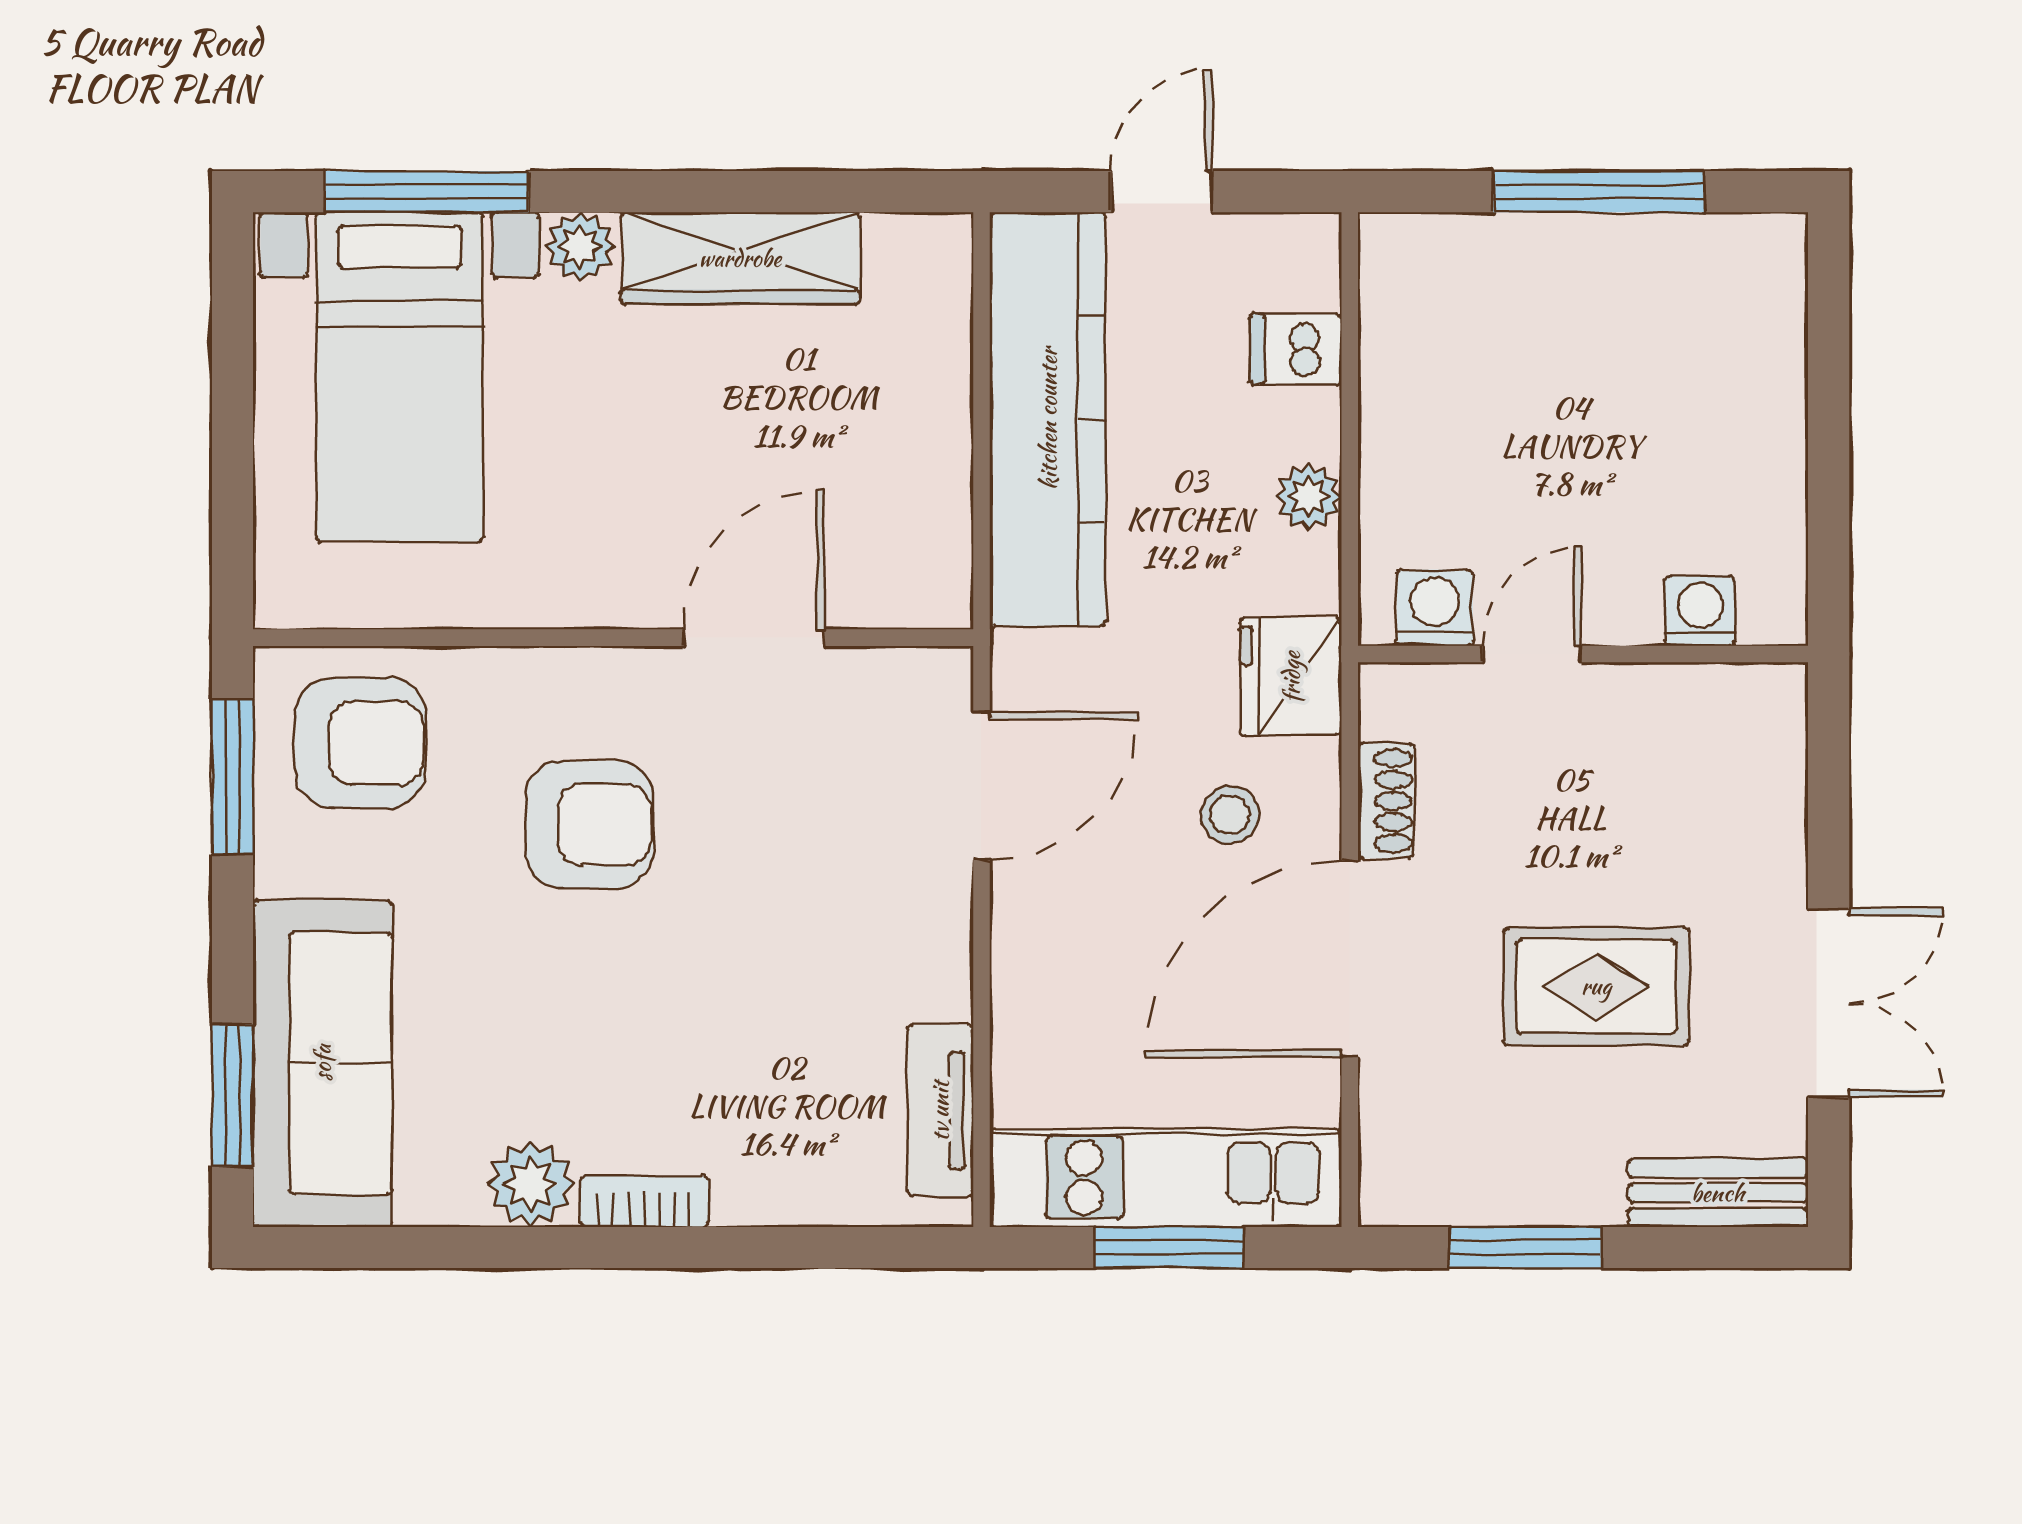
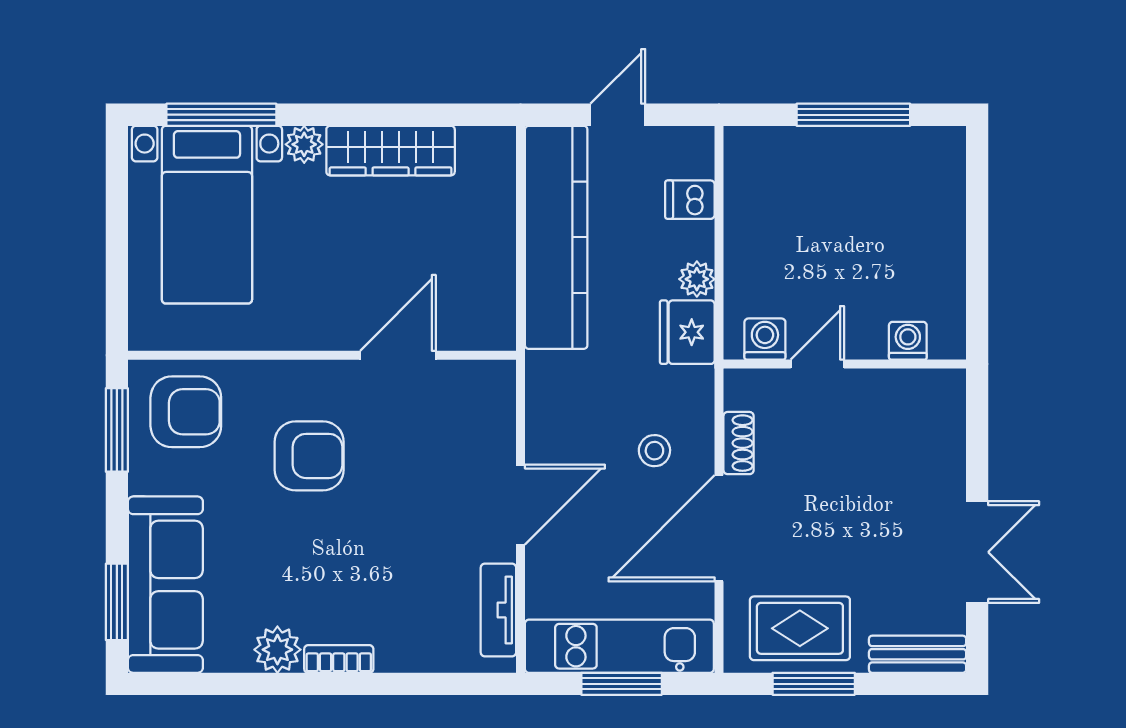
fridge: (1291, 677) -> (687, 332), moved
door: (981, 786) -> (521, 505), moved
rug: (1596, 986) -> (800, 628), moved

